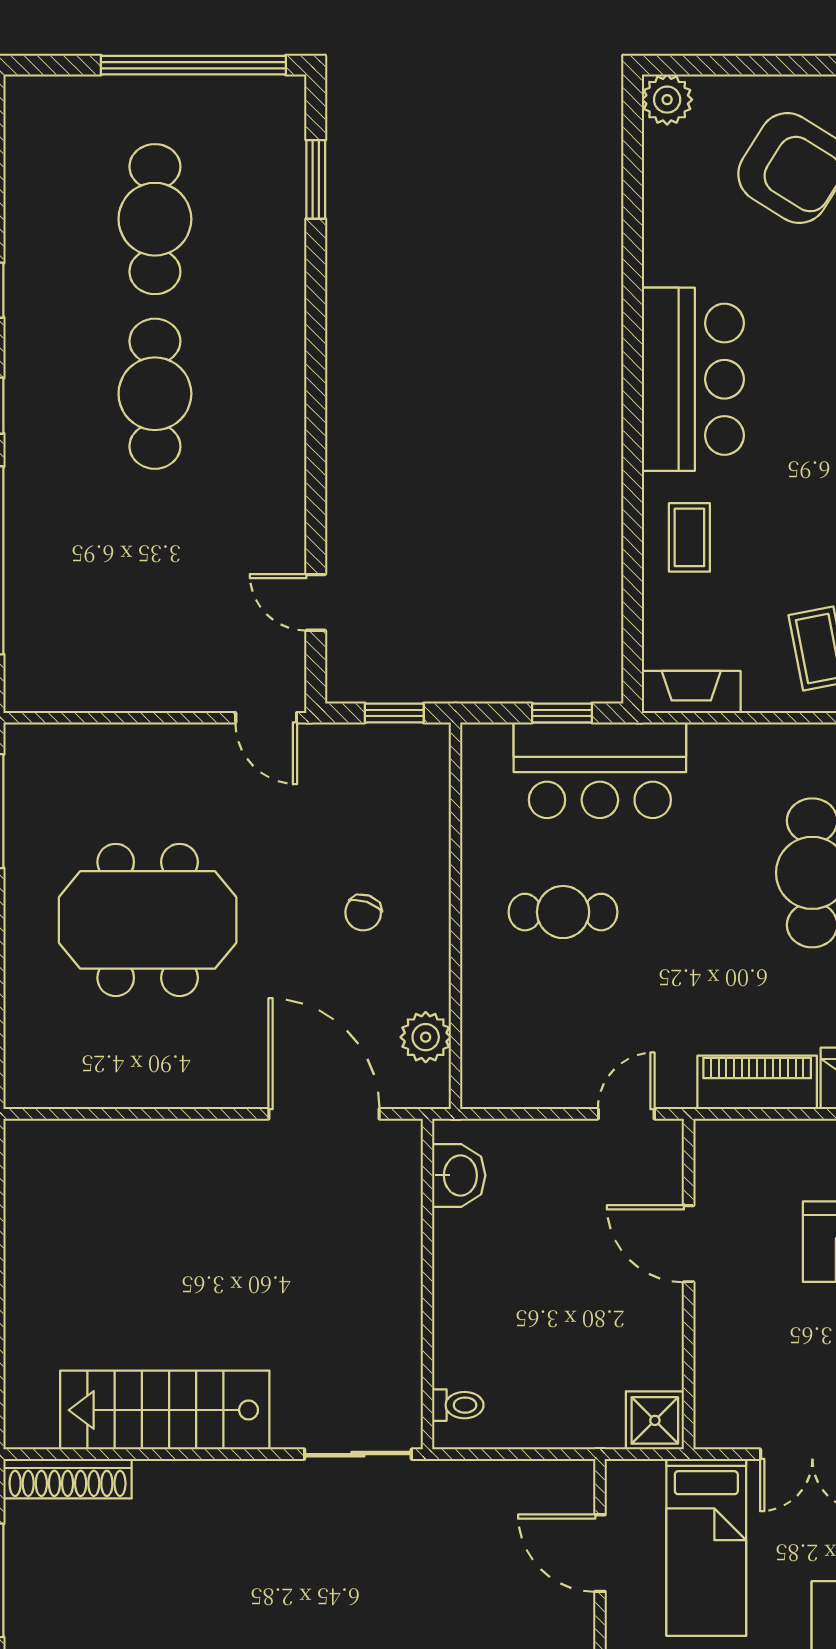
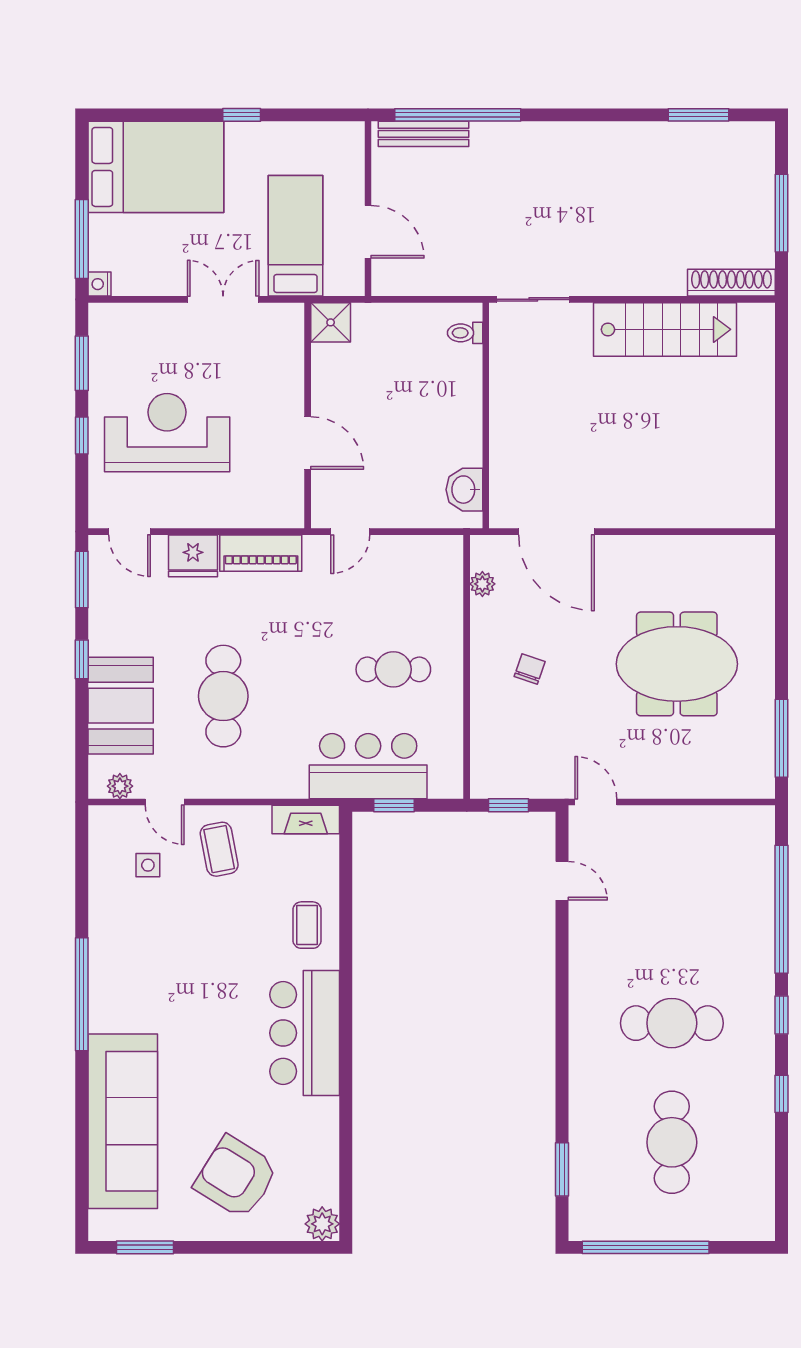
cafe table: (155, 394) -> (672, 1023), turned 90
plant: (426, 1037) -> (482, 584), width x0.73, depth x0.73

